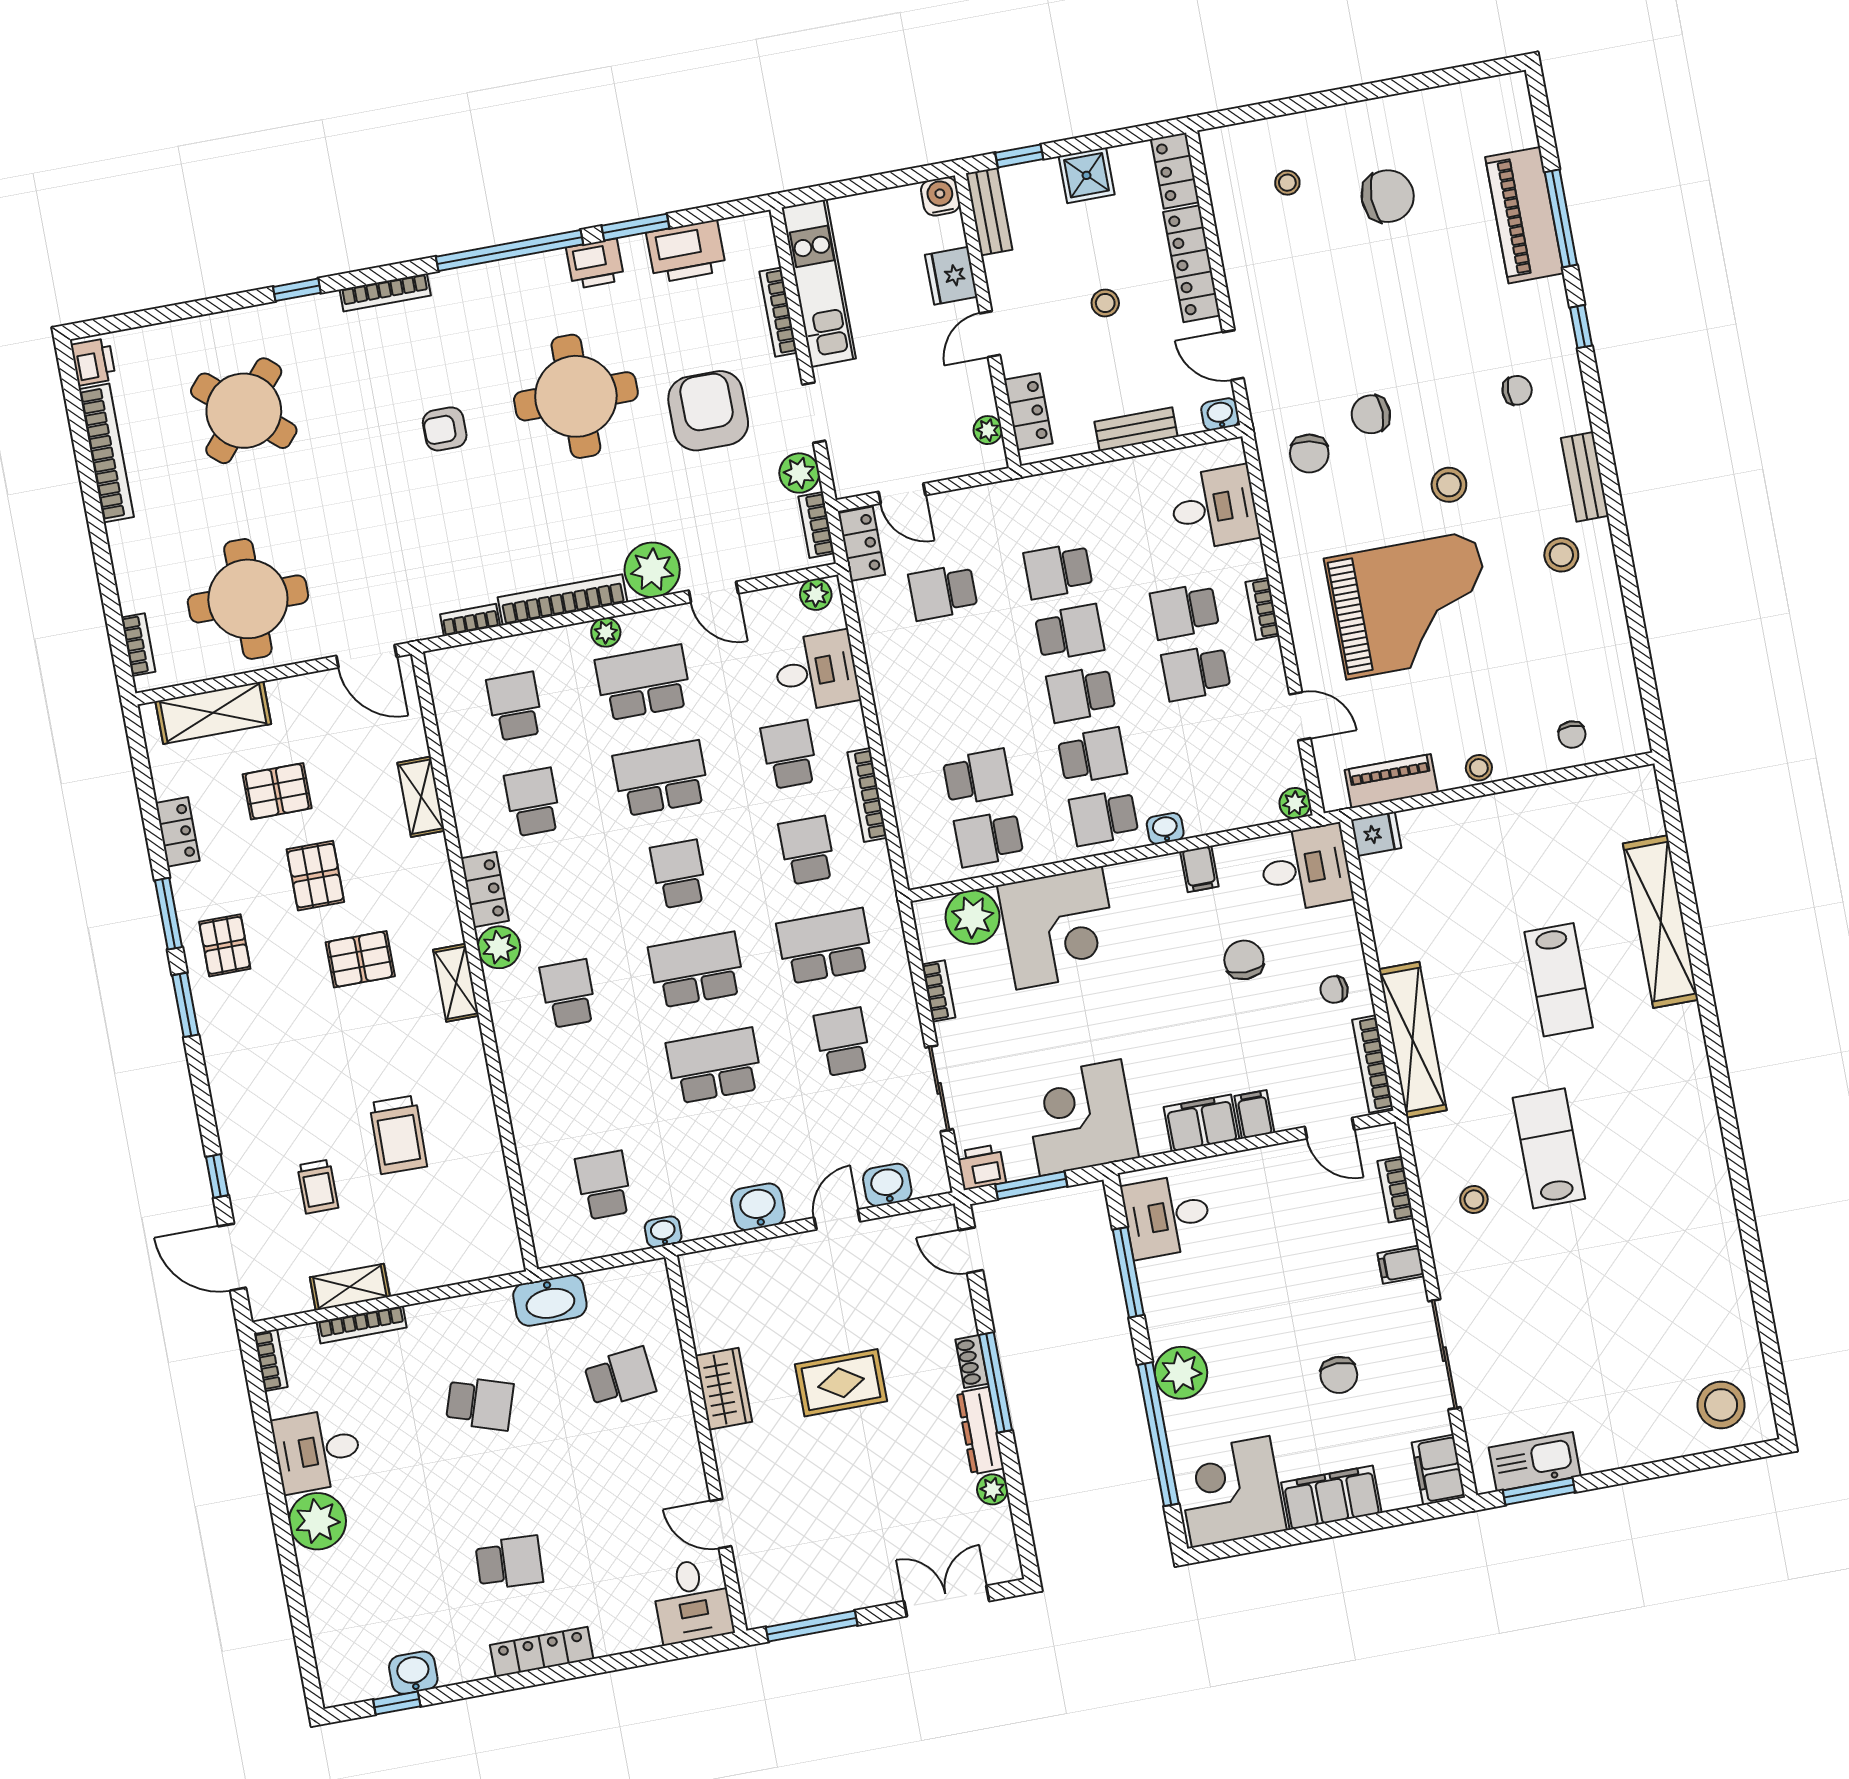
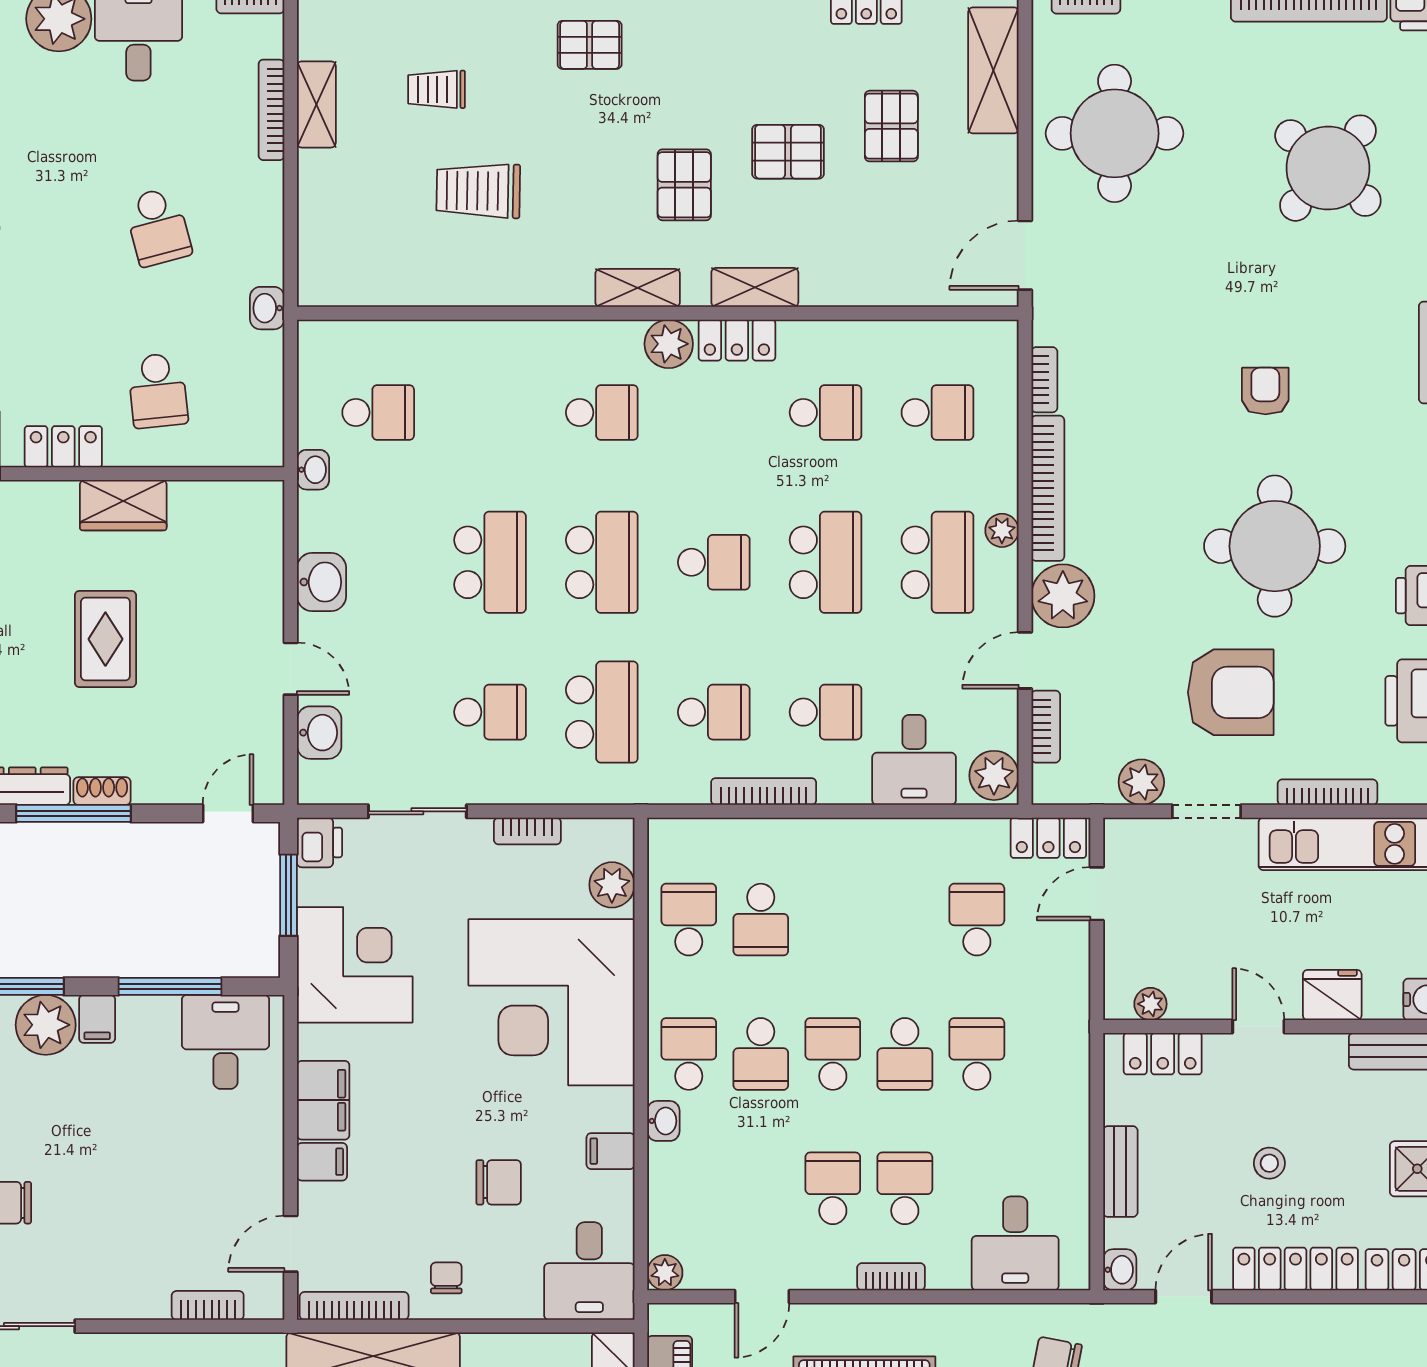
bookcase: (816, 525) -> (1046, 727), moved, turned 90
plant: (816, 595) -> (994, 775), width x1.38, depth x1.38
shelving: (421, 797) -> (755, 287), moved
plant: (973, 917) -> (612, 885), width x0.73, depth x0.73
corner desk: (1059, 928) -> (551, 1002), width x1.36, depth x1.36
pallet: (225, 945) -> (590, 45), moved
filing cabinet: (1401, 1265) -> (97, 1019), moved, turned 180
washbasin: (550, 1300) -> (267, 308), width x0.52, depth x0.69
school desk: (480, 1403) -> (158, 227), turned -33
locker: (683, 1449) -> (63, 447), added

